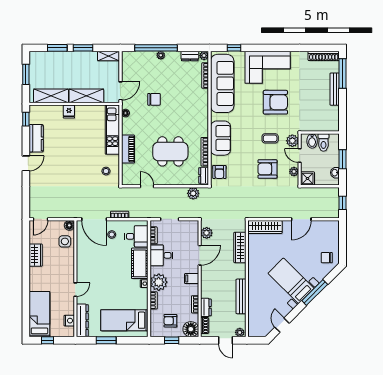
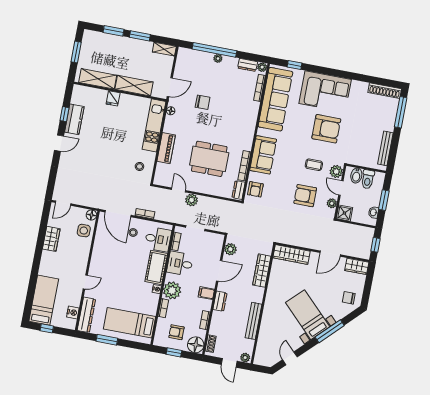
bench: (335, 89) -> (385, 148), moved
window: (26, 119) -> (64, 114), moved
plant: (193, 193) -> (192, 200), moved
wardrobe: (329, 227) -> (357, 266), added
dresser: (206, 307) -> (220, 301), moved

